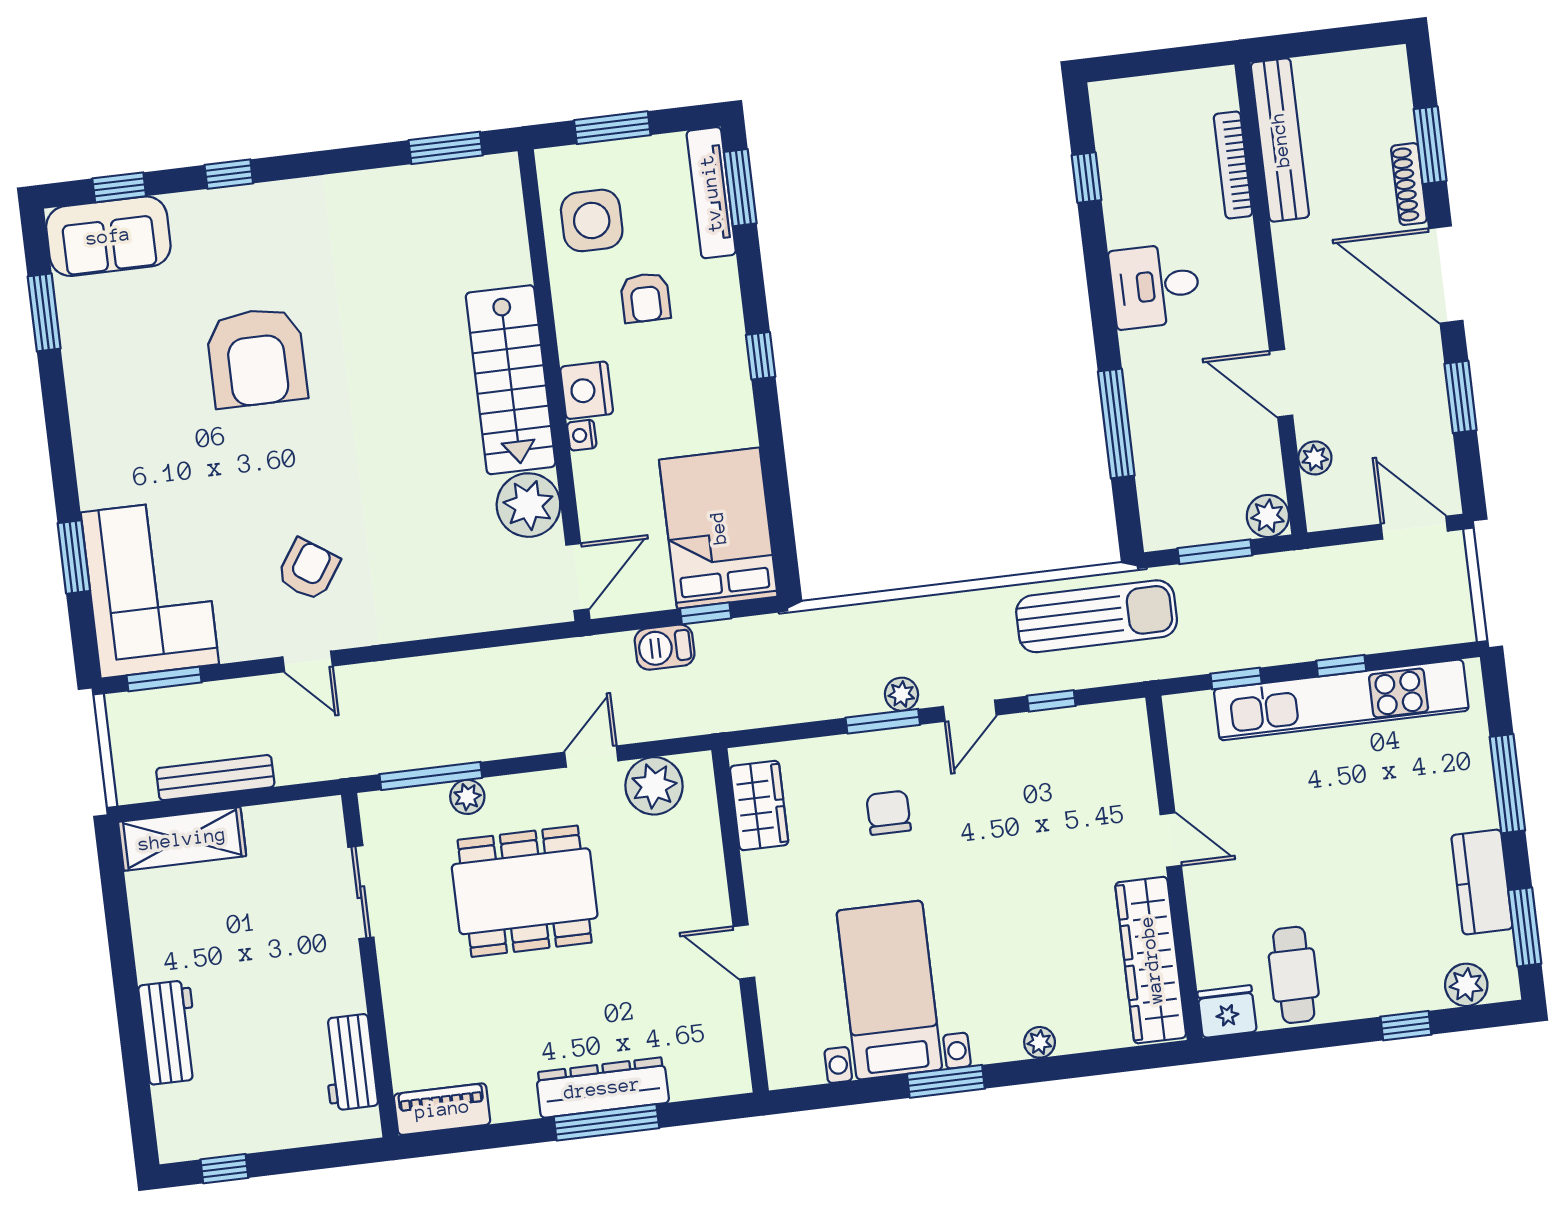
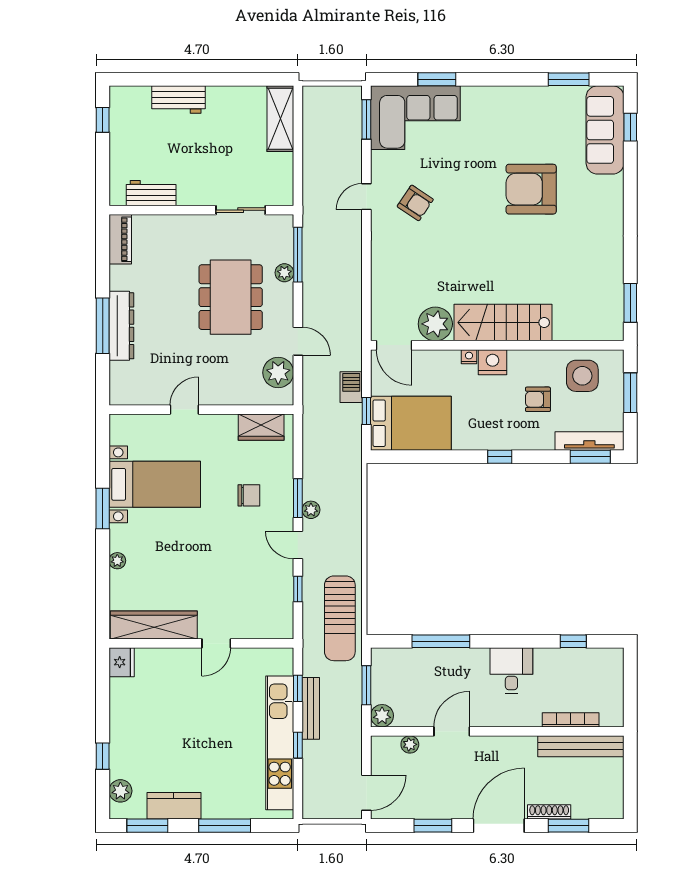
window: (229, 174) -> (630, 186), removed
sofa: (108, 236) -> (605, 130), width x1.36
bench: (215, 778) -> (311, 708), moved
cafe table: (1294, 975) -> (137, 700), removed

